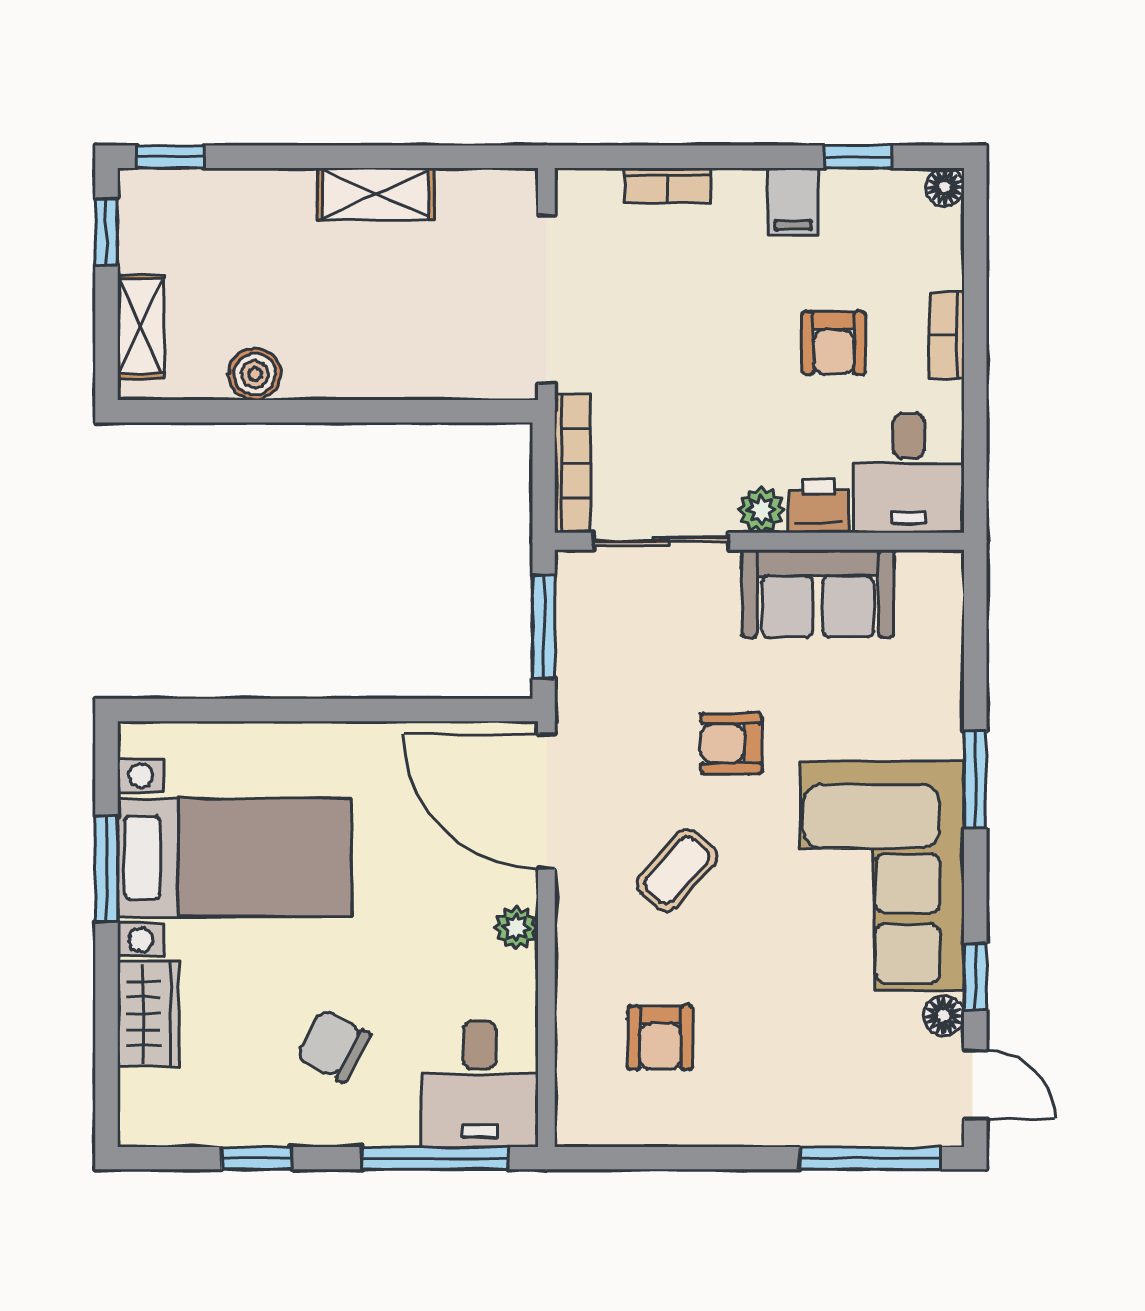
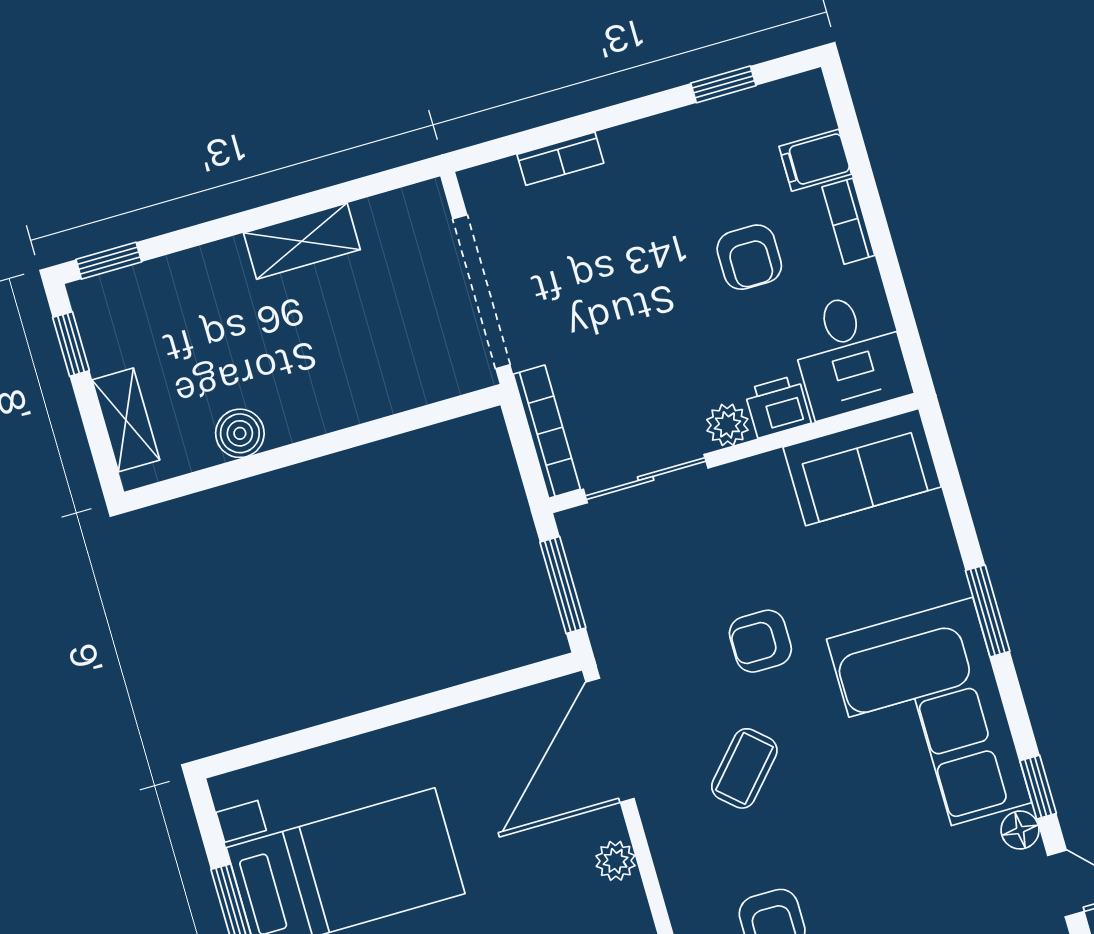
floor lamp: (945, 187) -> (809, 89), removed
filing cabinet: (793, 201) -> (815, 160), moved, turned 90
sofa: (818, 593) -> (862, 467), moved
door: (546, 801) -> (610, 740), hinge flipped

